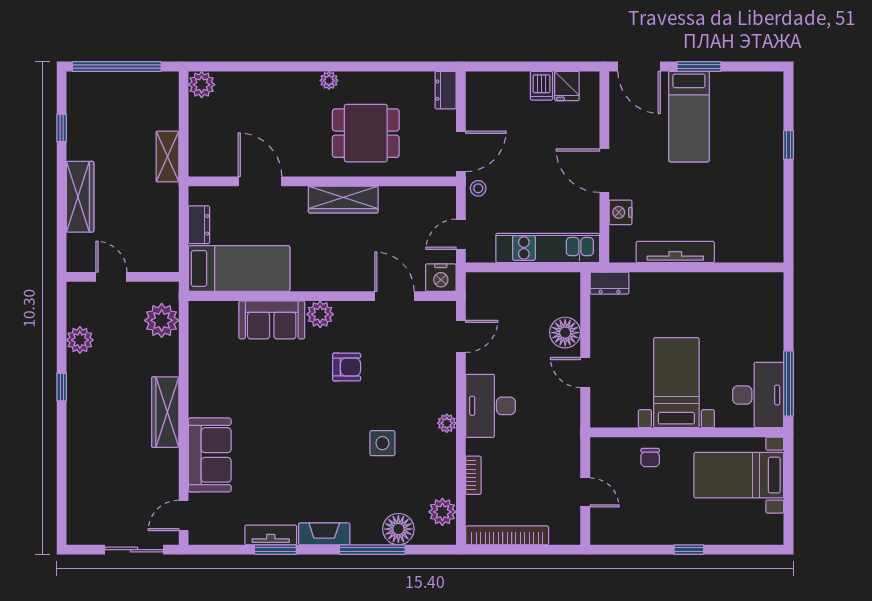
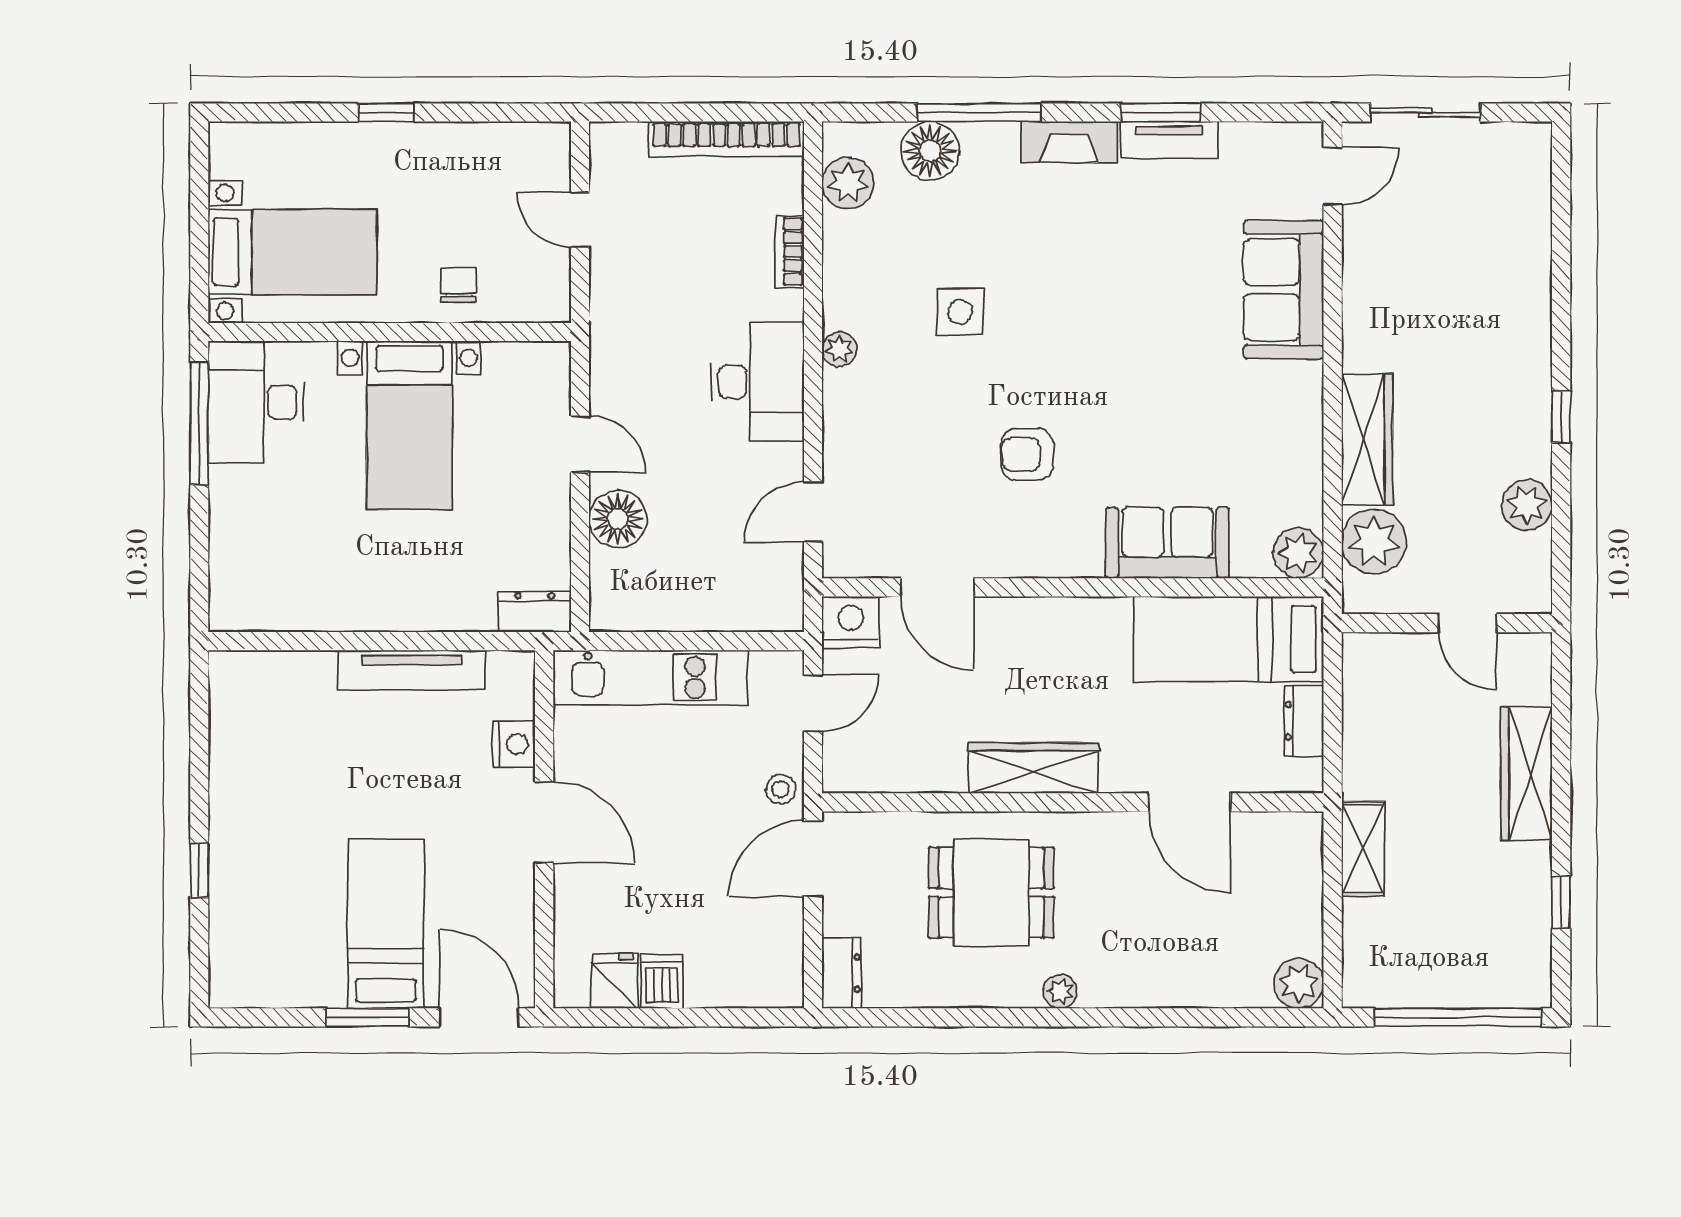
plant: (320, 314) -> (1298, 553), moved
wardrobe: (165, 412) -> (1367, 440), moved

